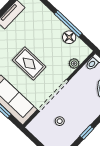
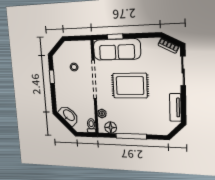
floor lamp: (69, 37) -> (111, 127), moved
rug: (29, 63) -> (130, 86), width x1.36, depth x1.43

